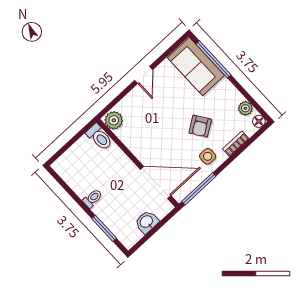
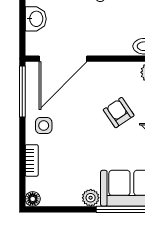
plant: (245, 108) -> (91, 198), moved
armchair: (200, 126) -> (119, 113), moved

